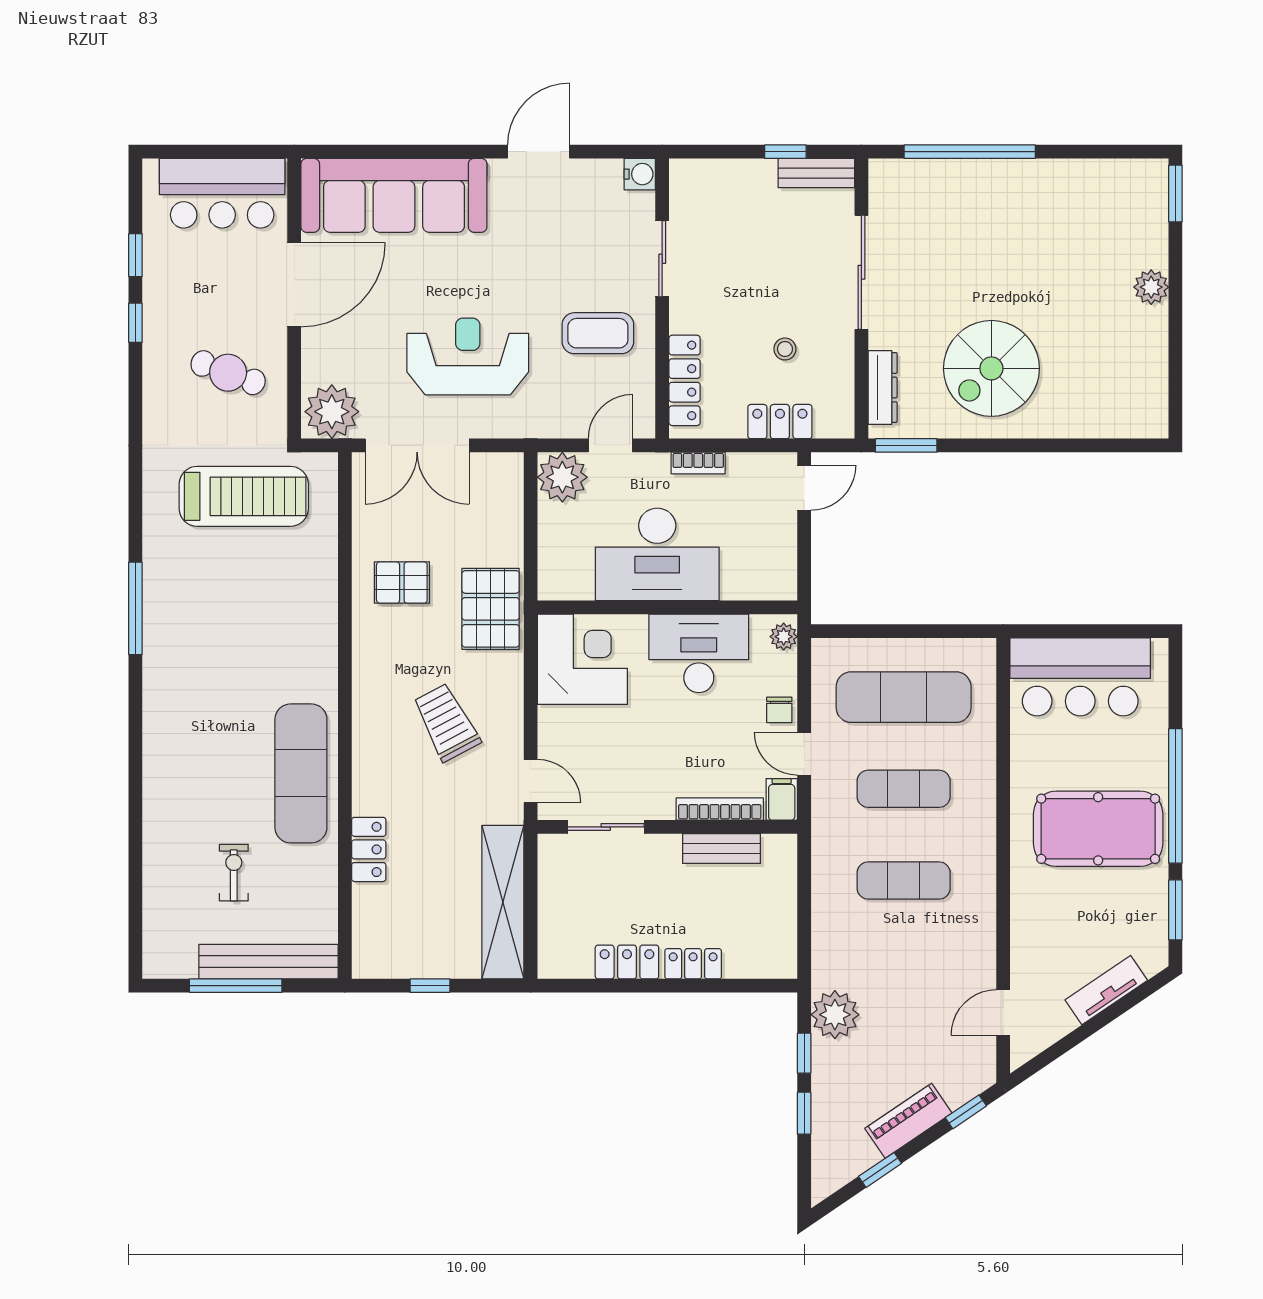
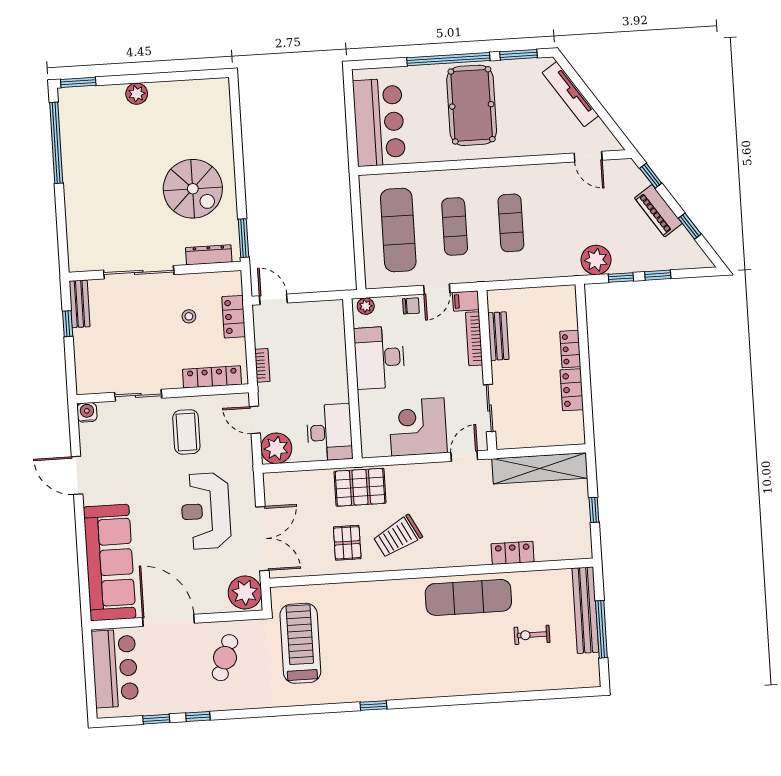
window: (970, 152) -> (56, 143), moved
desk: (657, 554) -> (330, 432), moved, width x0.73, depth x0.77
window: (135, 608) -> (373, 705), width x0.46
corner desk: (582, 659) -> (418, 427), moved
trolley: (446, 722) -> (398, 536), moved
tv unit: (1106, 990) -> (570, 94), width x1.41

